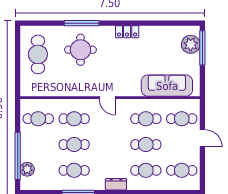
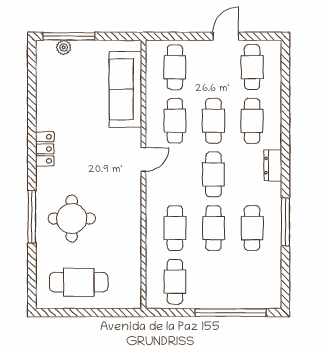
plant: (191, 44) -> (64, 47), width x0.53, depth x0.53
door: (107, 98) -> (143, 159), moved
door: (202, 138) -> (226, 36), moved
cafe table: (110, 145) -> (213, 174), added
plant: (27, 169) -> (250, 298), removed

